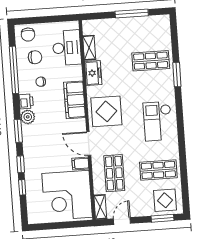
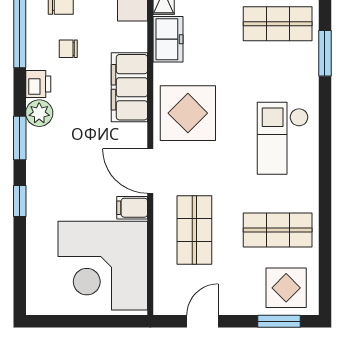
window: (22, 187) -> (20, 245), removed
shelving: (100, 207) -> (164, 292), removed

